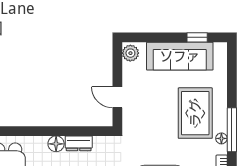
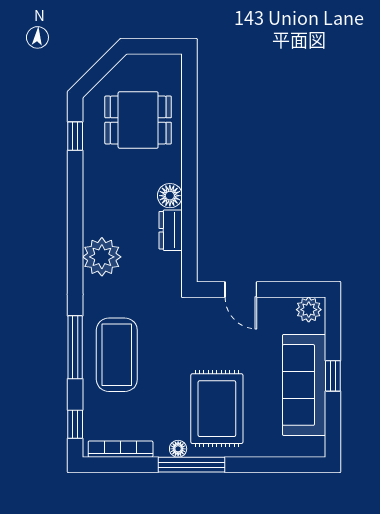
window: (197, 37) -> (333, 376), moved
door: (117, 97) -> (241, 290), swing flipped
rug: (195, 113) -> (217, 409), turned 90

